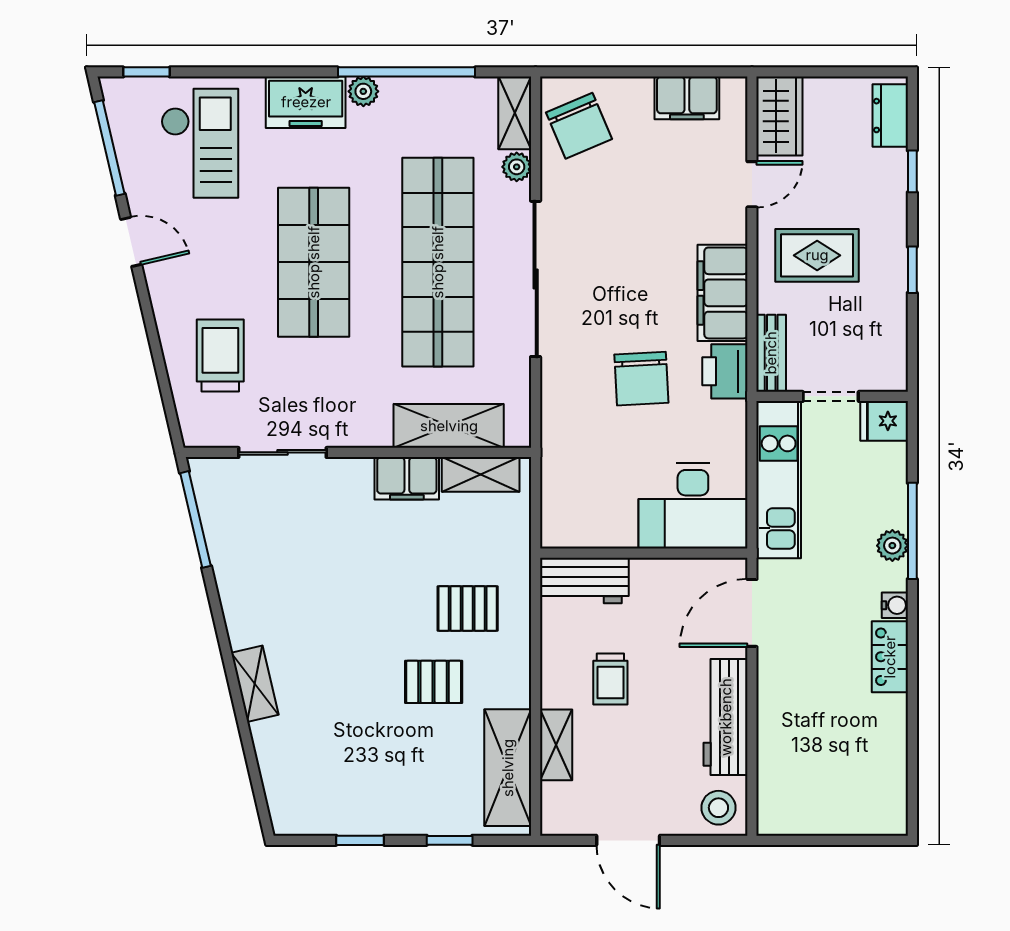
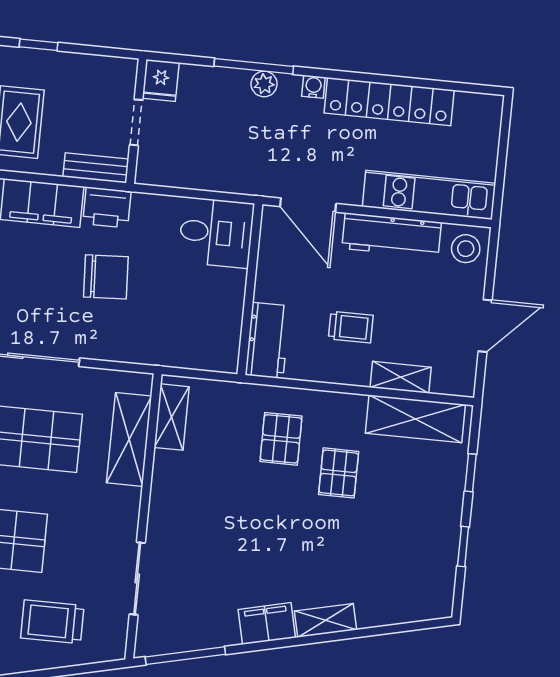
filing cabinet: (407, 478) -> (267, 623), moved, turned -103
kitchen unit: (779, 480) -> (429, 195), moved
desk: (693, 506) -> (216, 233), width x0.73
locker: (890, 657) -> (389, 102), width x2.16, depth x1.21

